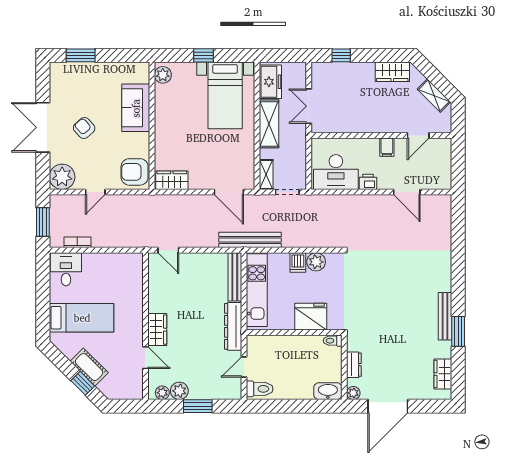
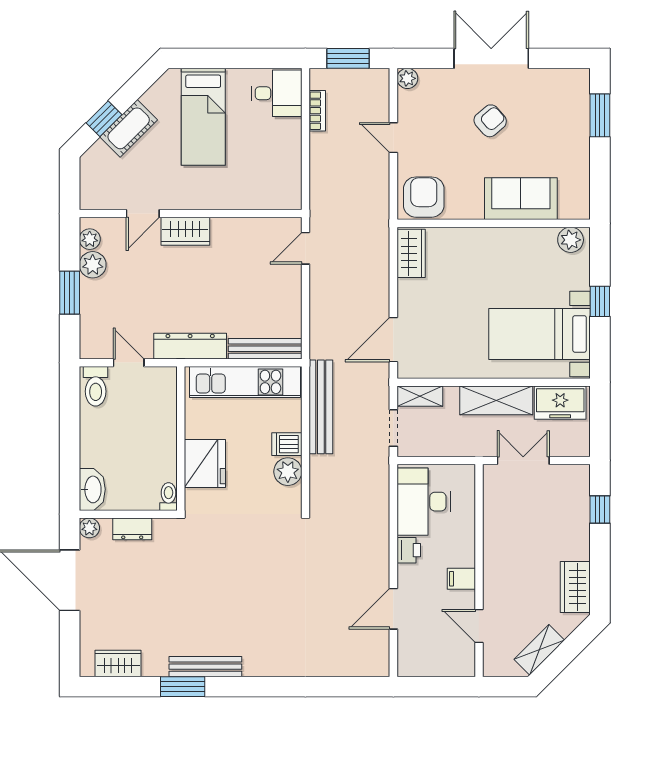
plant: (62, 177) -> (407, 78), width x0.53, depth x0.53
bench: (250, 240) -> (321, 407), moved

